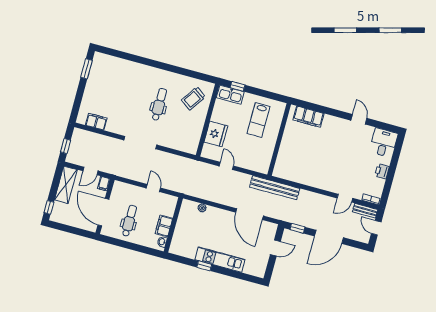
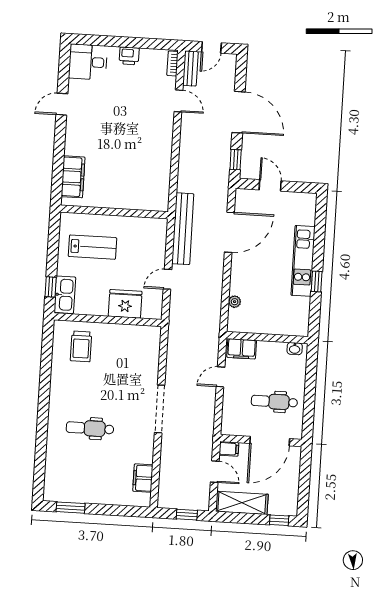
trolley: (193, 98) -> (81, 346), turned 56
dental chair: (159, 104) -> (90, 428), moved
bench: (275, 188) -> (183, 229), moved
filing cabinet: (164, 226) -> (242, 349), moved

